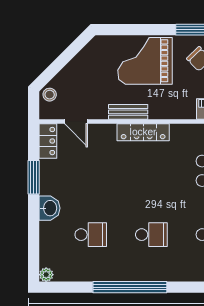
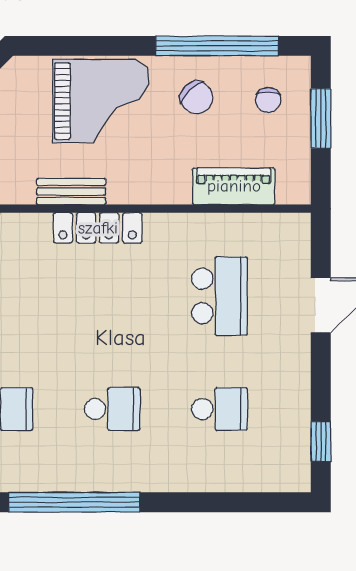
grand piano: (145, 61) -> (101, 101), turned 180

